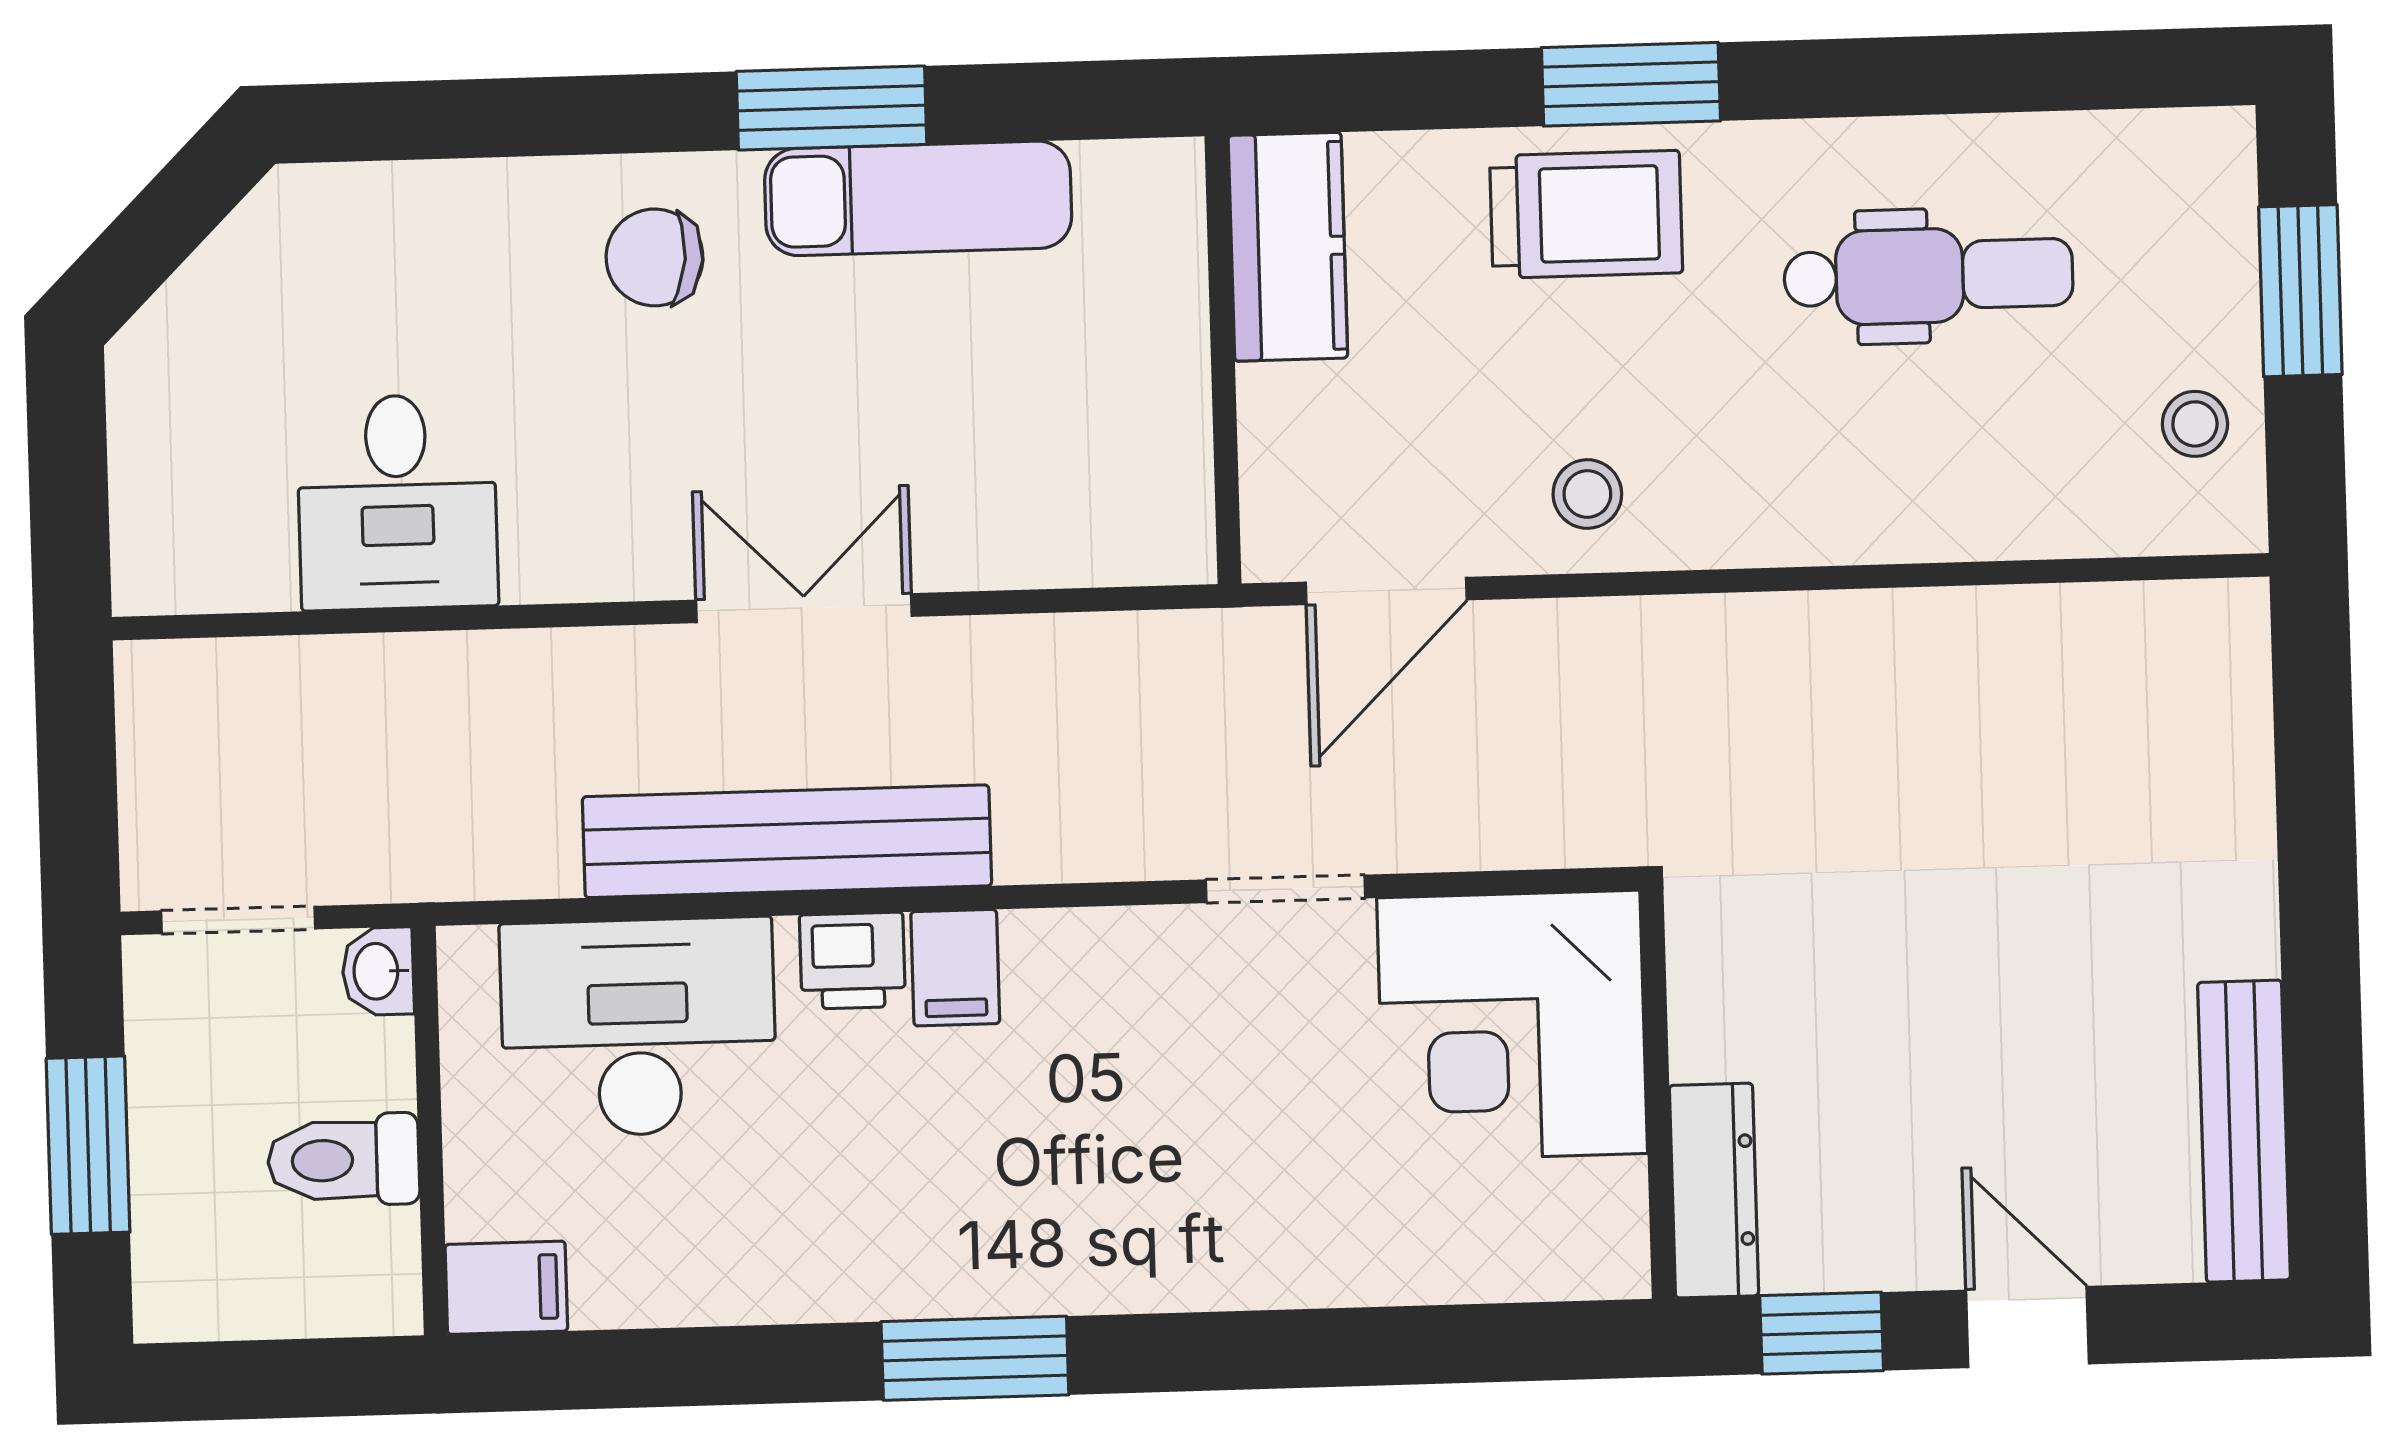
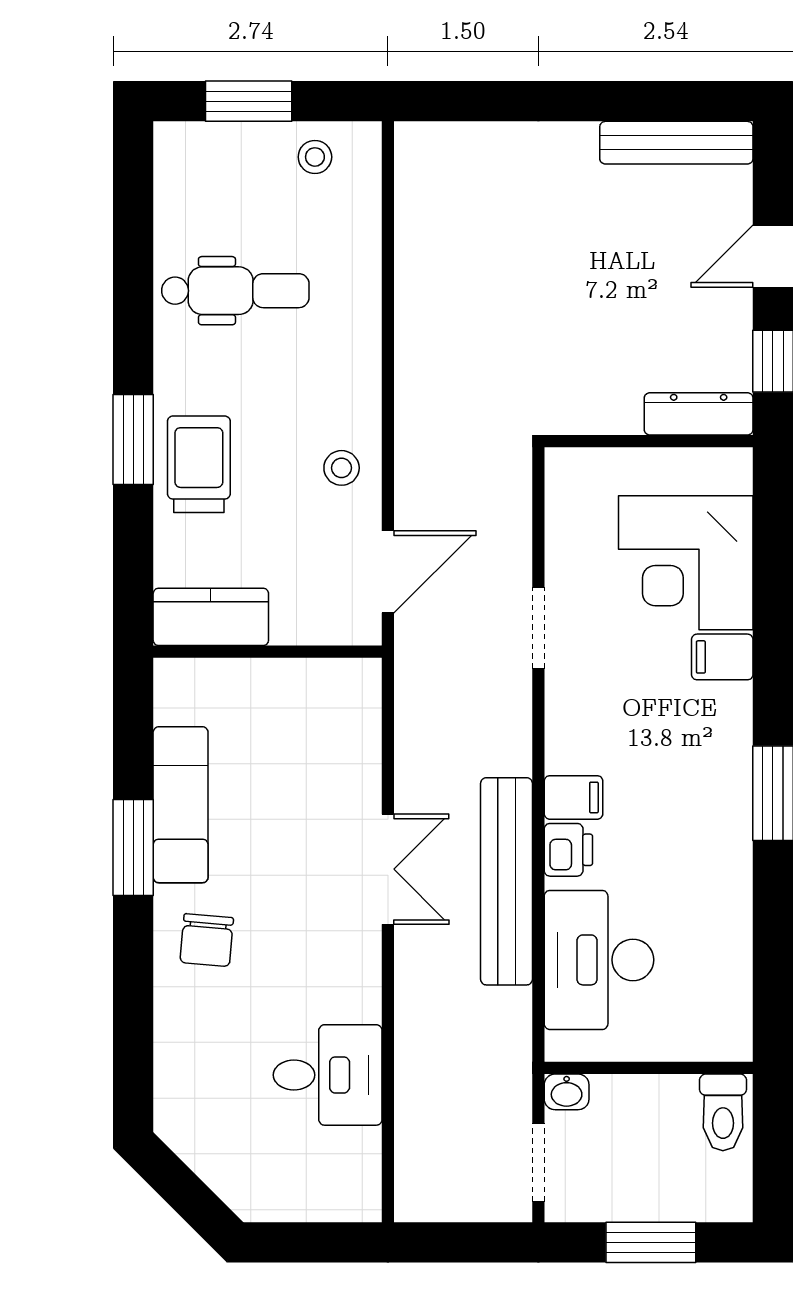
dental chair: (1928, 276) -> (235, 291), turned 90
door: (1386, 591) -> (388, 572), hinge flipped
double door: (804, 608) -> (388, 869), swing flipped
corner desk: (1512, 1026) -> (686, 563), moved, turned 90
toilet: (343, 1160) -> (723, 1112), moved
filing cabinet: (506, 1288) -> (722, 657), moved, turned -90

